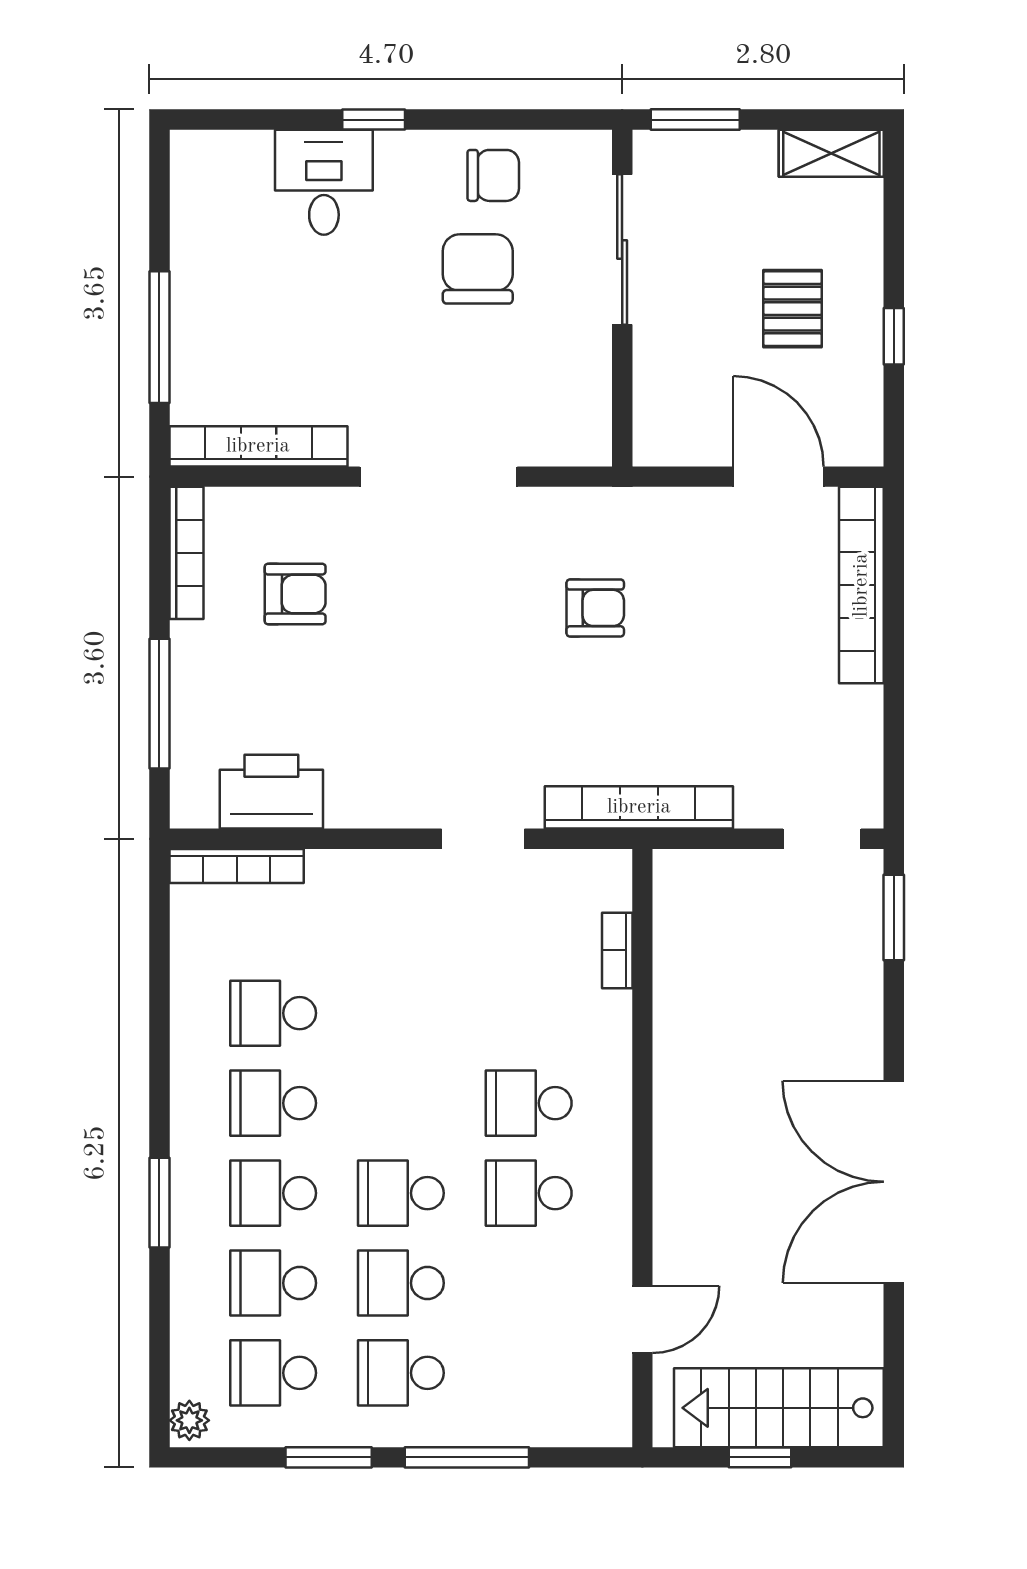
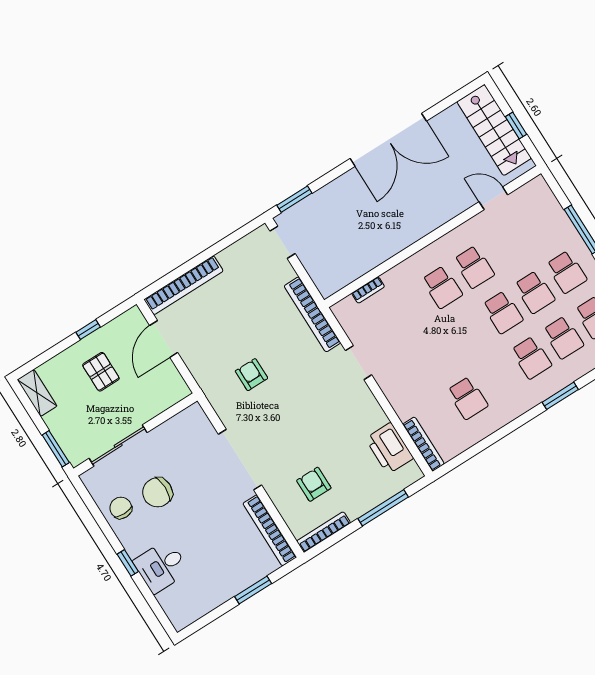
pallet: (793, 309) -> (101, 372), turned 90
window: (159, 337) -> (253, 590), width x0.69
school desk: (273, 1103) -> (499, 378), removed

